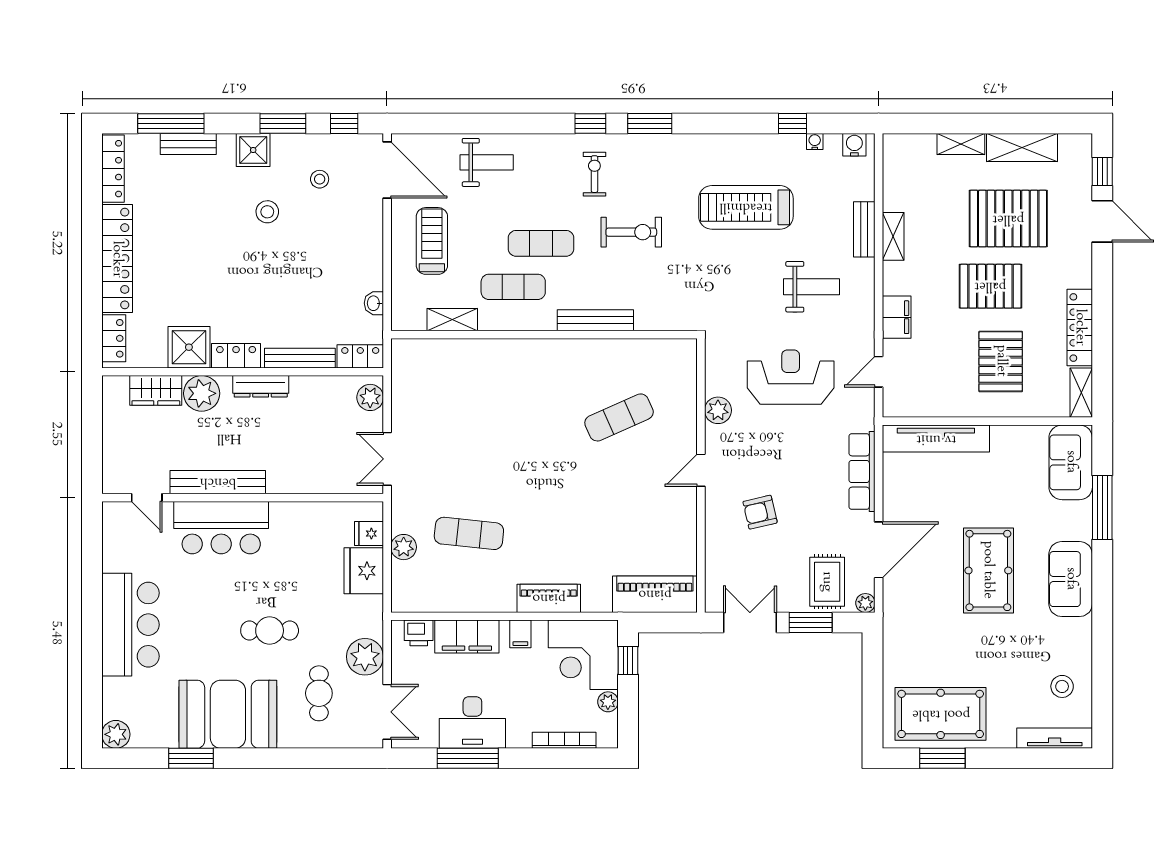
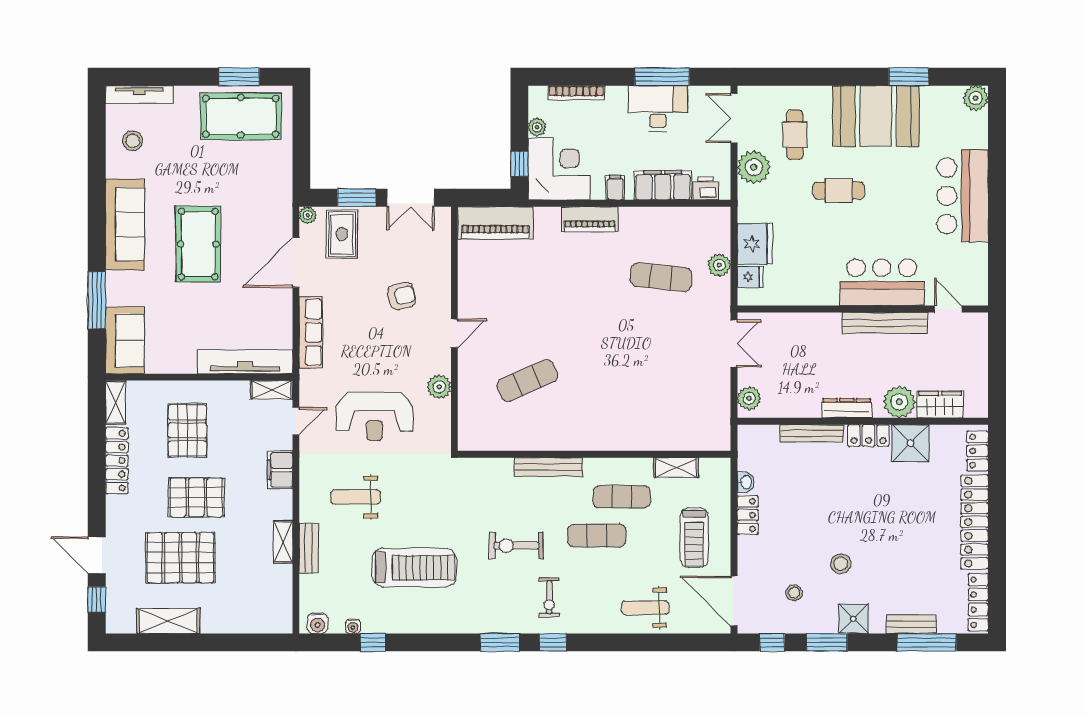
shelving: (961, 144) -> (271, 390), moved
locker: (360, 356) -> (748, 515), moved, turned -90
sofa: (1071, 579) -> (125, 224), width x1.36

